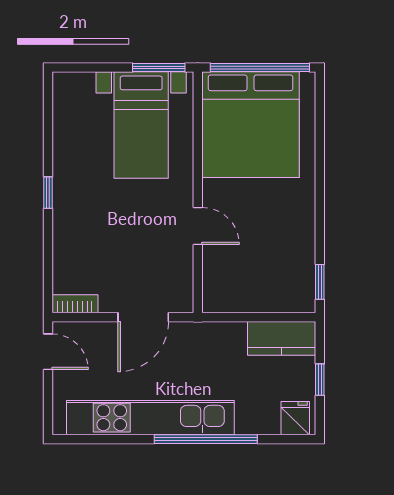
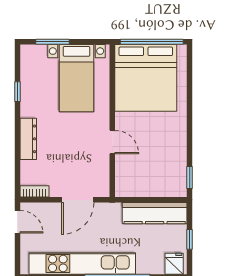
window: (159, 68) -> (53, 42), moved
window: (48, 193) -> (17, 92), moved
dresser: (65, 221) -> (28, 139), added
kitchen counter: (282, 338) -> (155, 213), width x1.50

